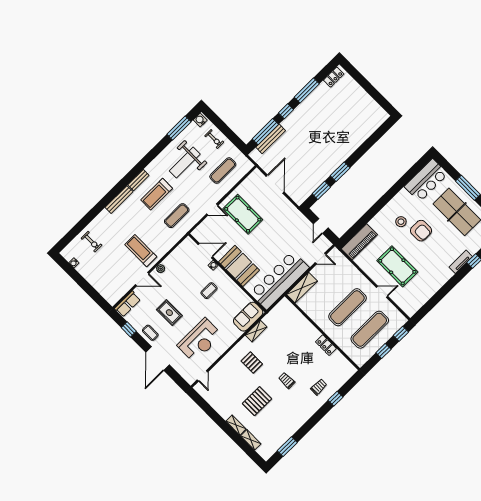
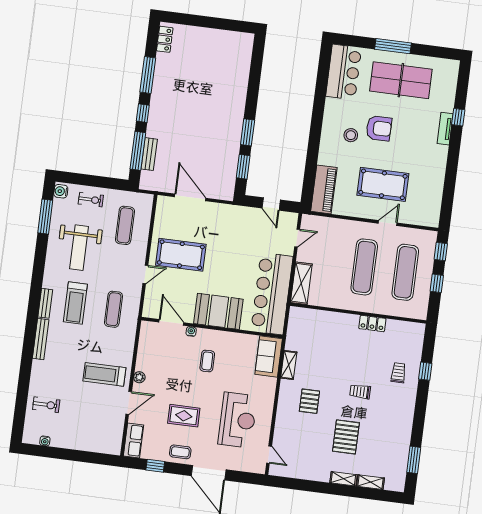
bench: (271, 139) -> (149, 154), width x0.73
door: (205, 251) -> (171, 322), hinge flipped
pallet: (252, 363) -> (309, 401), turned 90

